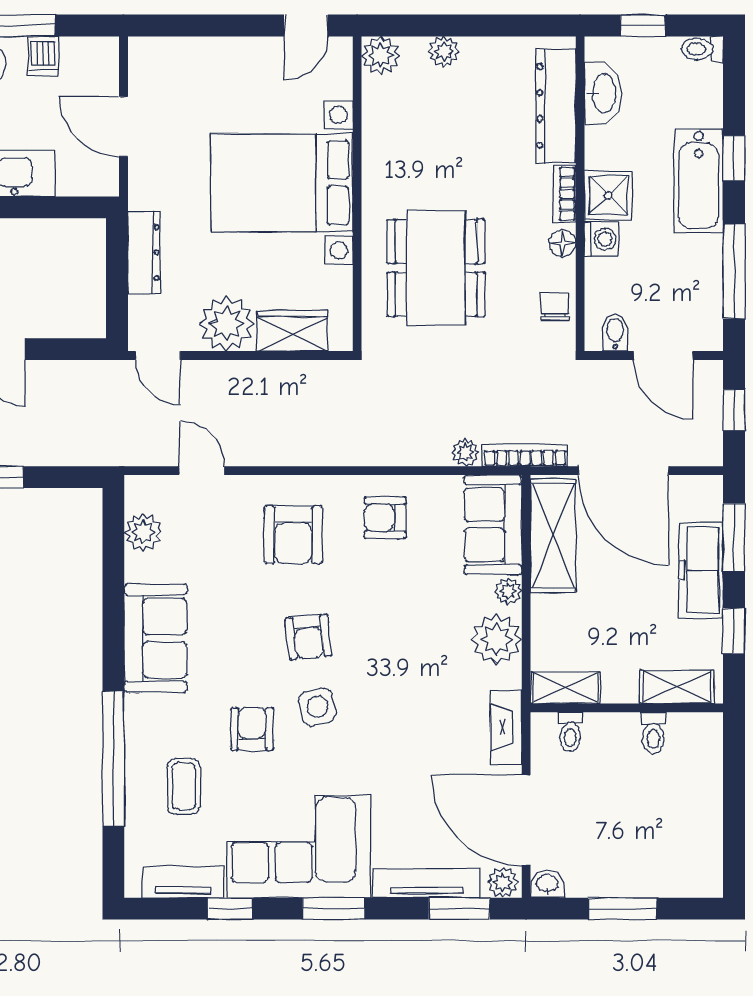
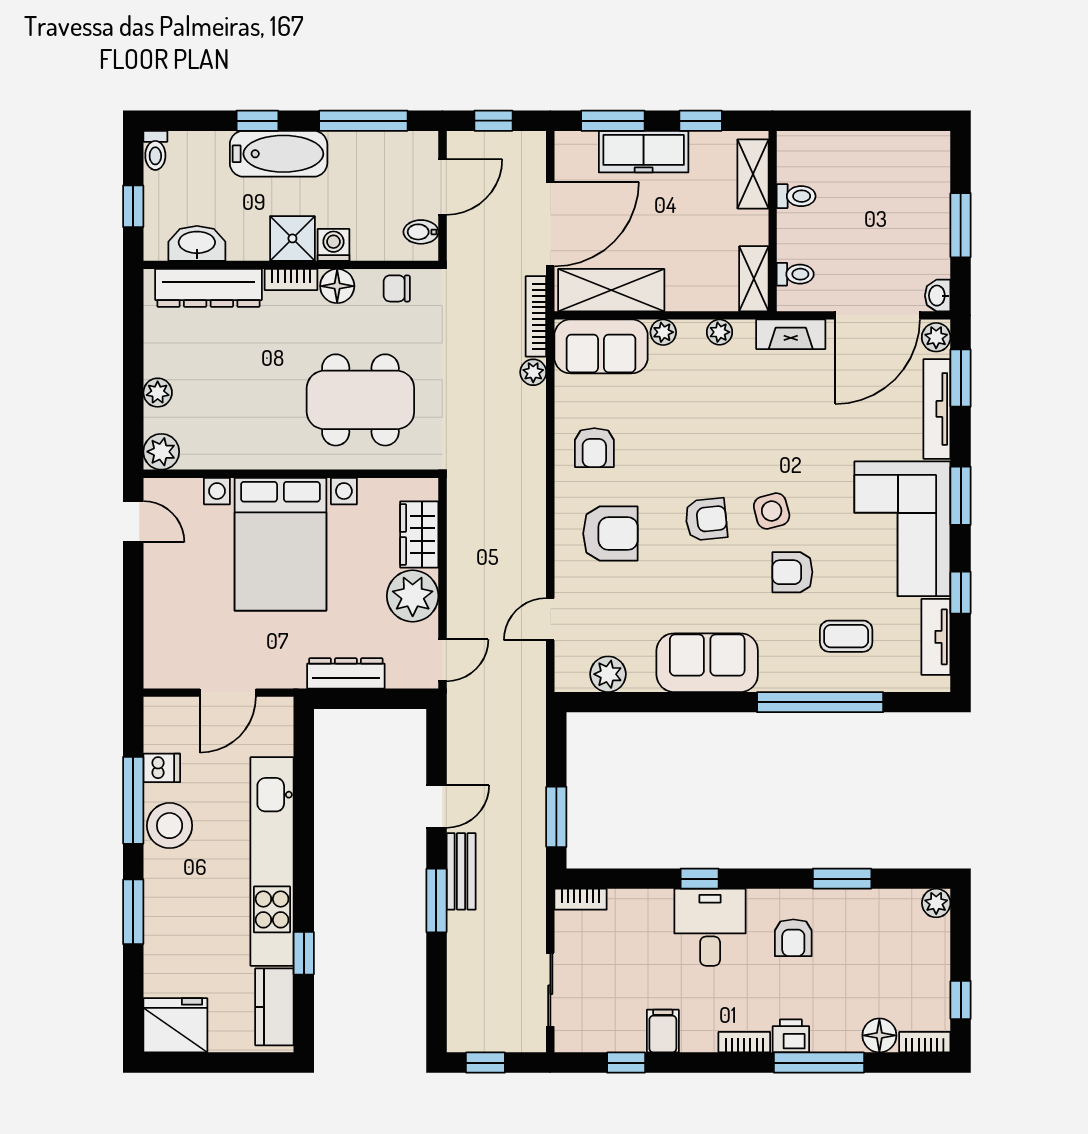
floor lamp: (562, 243) -> (337, 286), width x1.37, depth x1.37
plant: (496, 639) -> (720, 332), width x0.53, depth x0.53

